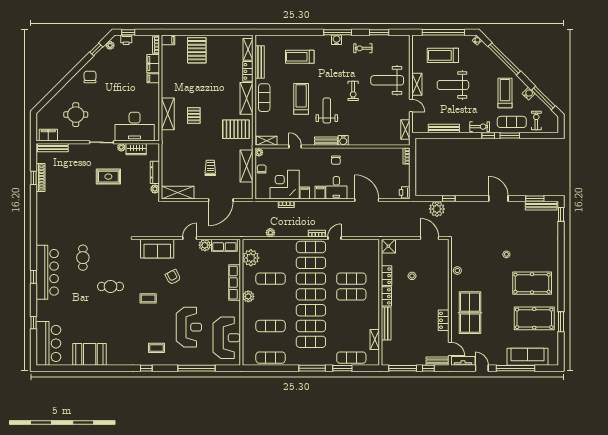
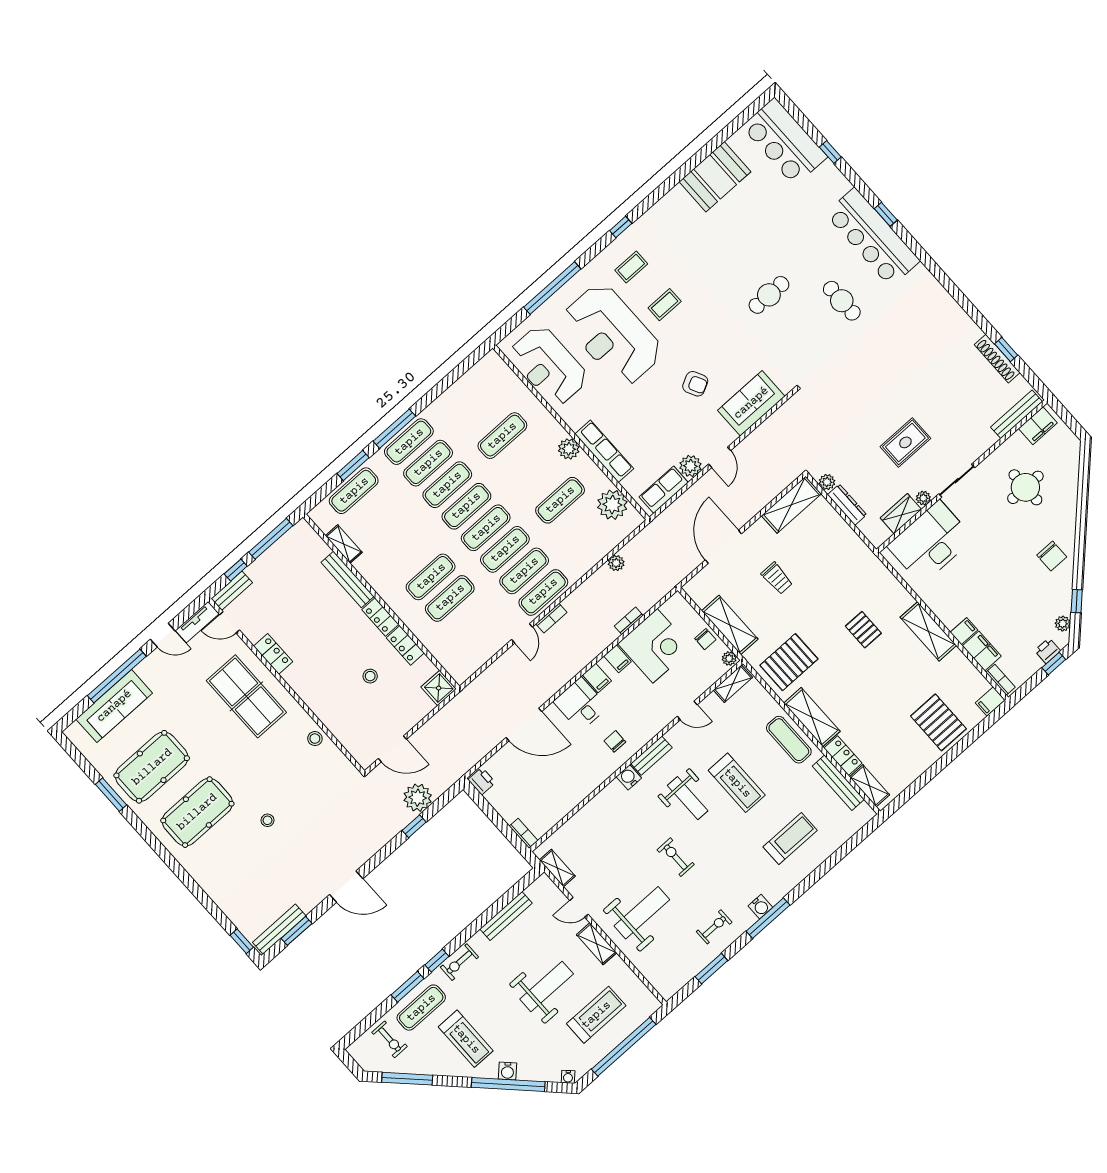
water cooler: (529, 94) -> (507, 1071), moved
shelving: (168, 114) -> (928, 631), moved
coffee table: (148, 298) -> (665, 305), moved
reception desk: (189, 327) -> (612, 335), width x1.36, depth x1.30
exercise mat: (271, 358) -> (409, 442), moved

